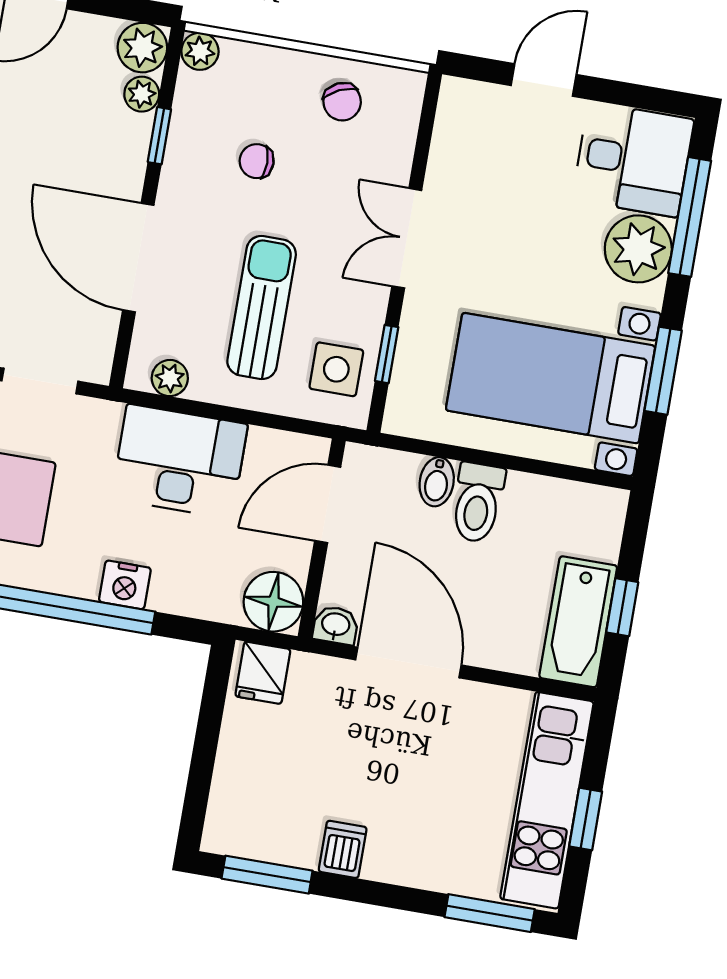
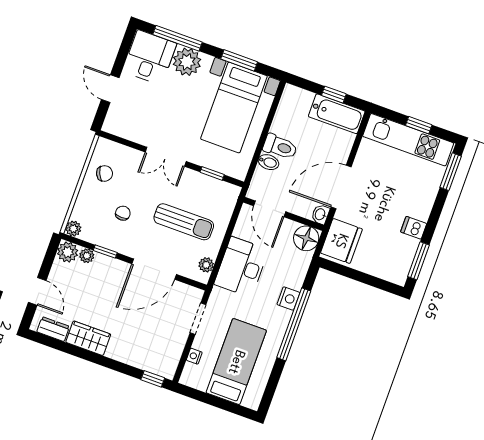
chair: (257, 161) -> (123, 213), turned 180
sun lounger: (262, 308) -> (184, 222), turned 180
side table: (336, 369) -> (215, 195), removed
fridge: (263, 673) -> (341, 241), width x1.88, depth x1.34

